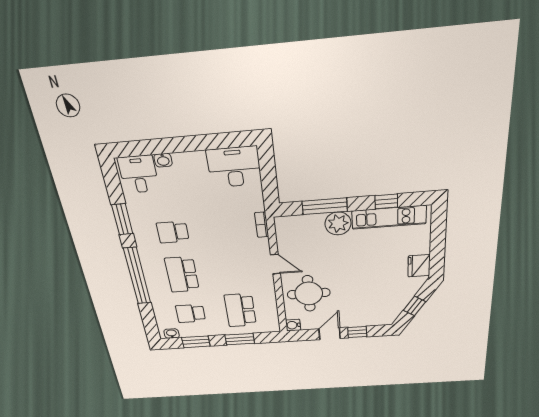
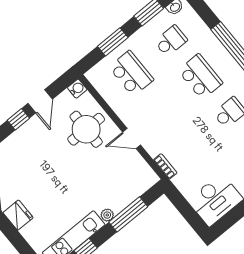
plant: (338, 223) -> (107, 215), width x0.53, depth x0.53

